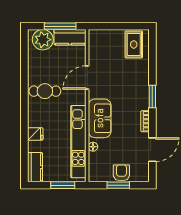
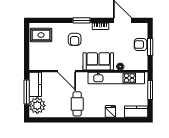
armchair: (128, 88) -> (75, 39), added

